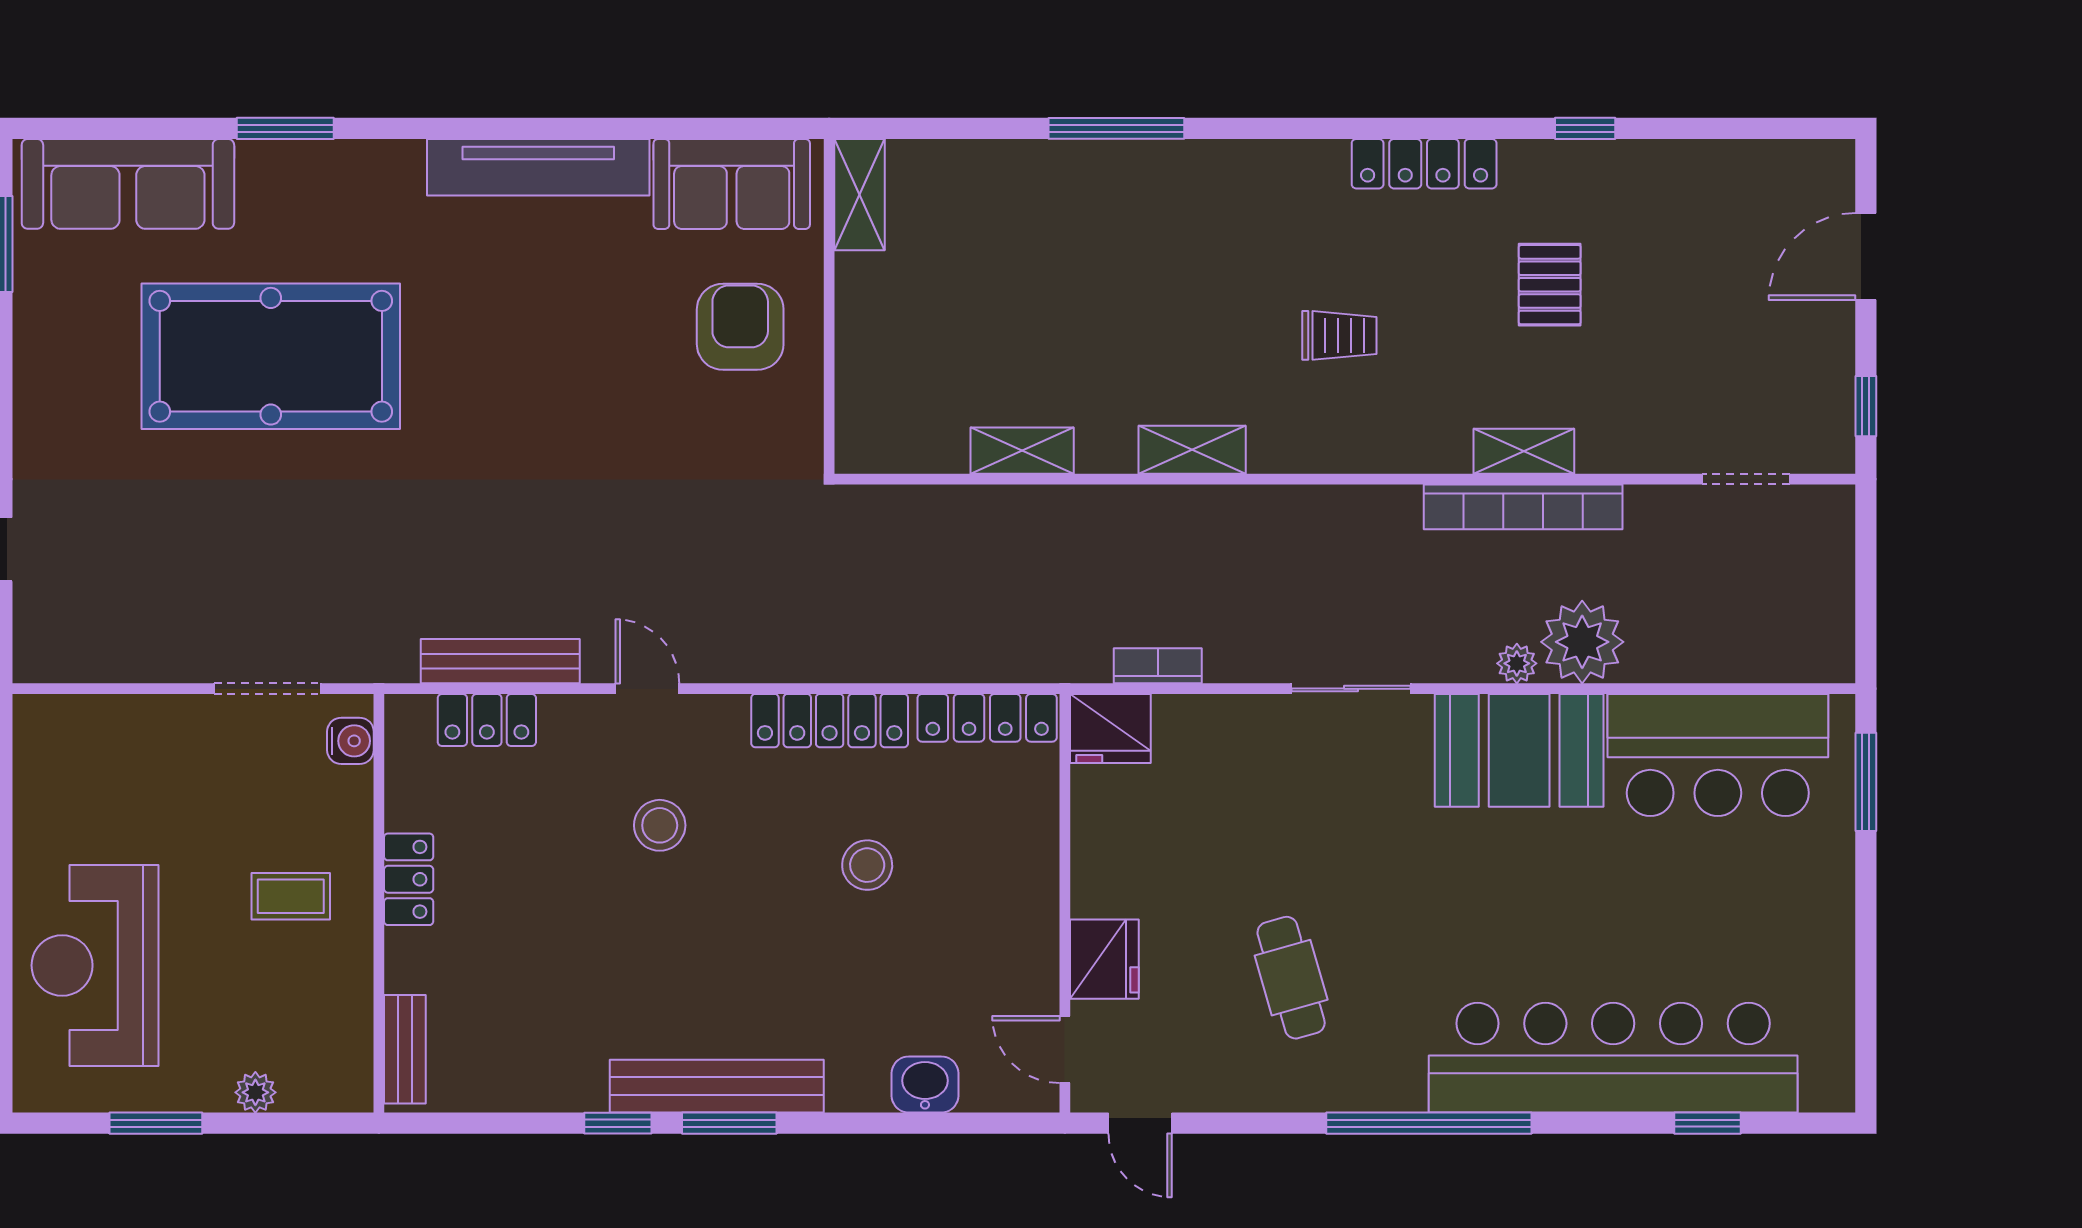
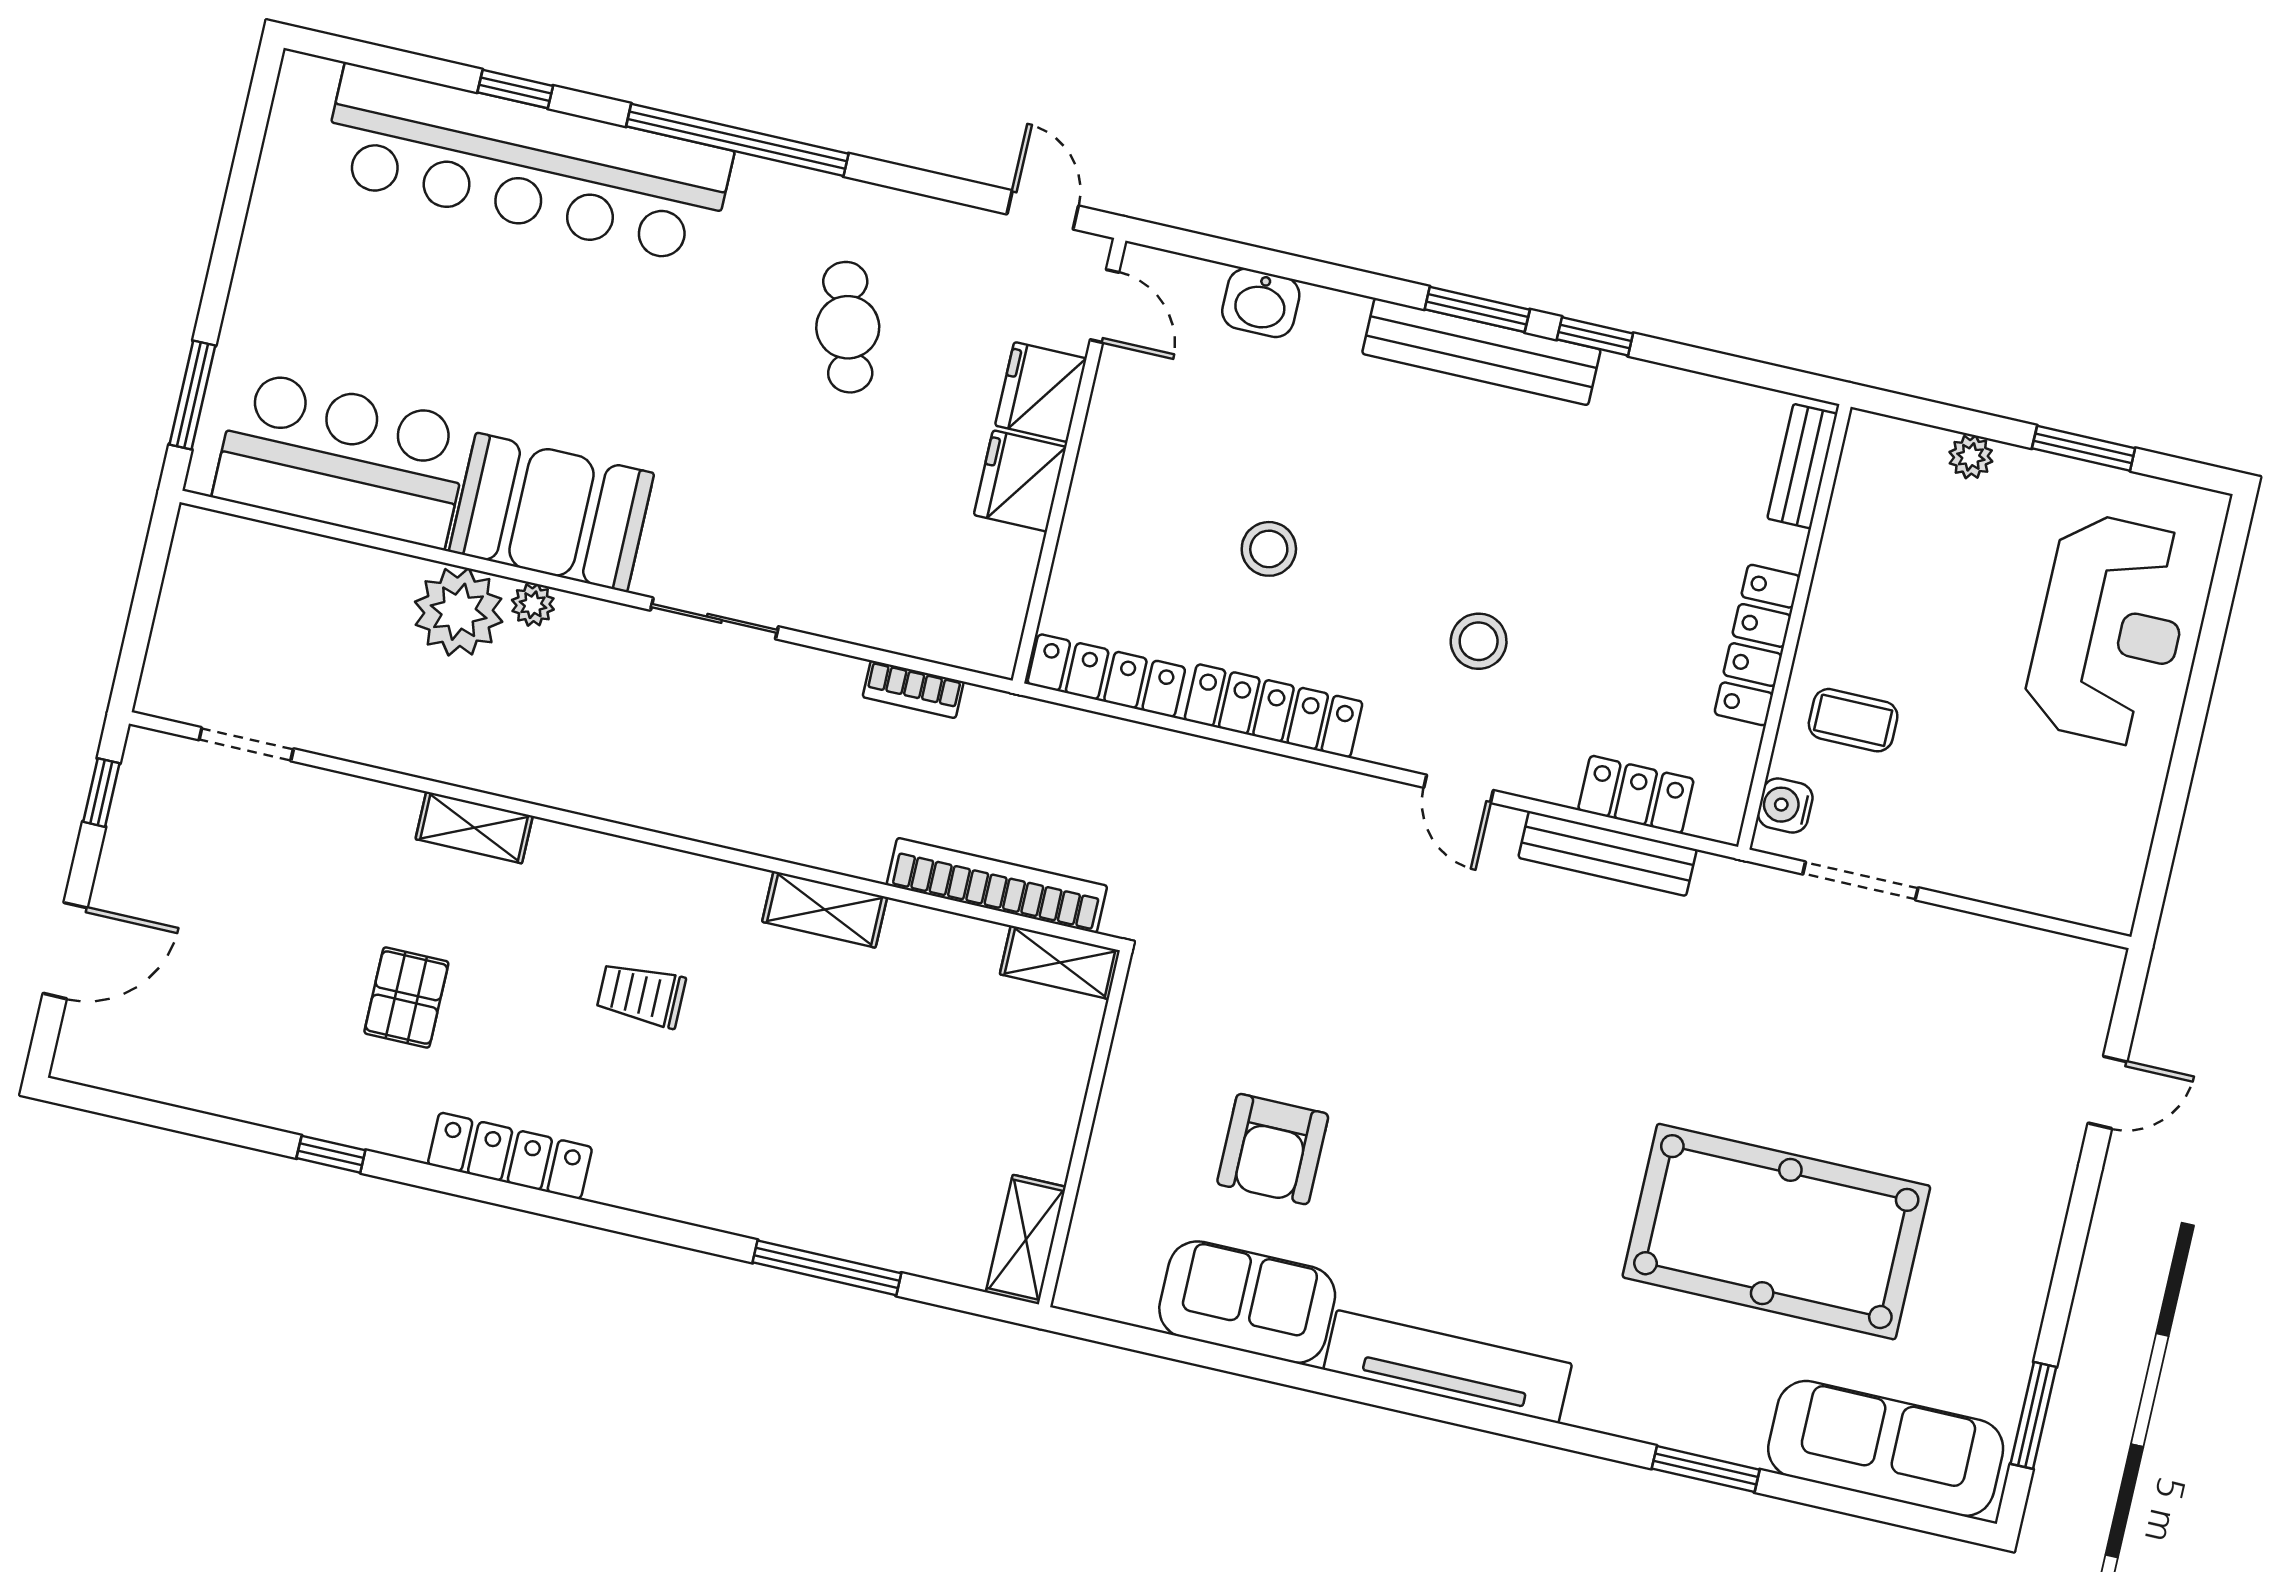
shelving: (860, 195) -> (1026, 1240), moved
wall: (829, 306) -> (1085, 1129), moved
shelving: (1022, 451) -> (1060, 962), moved
bookcase: (1523, 507) -> (997, 885), moved
fridge: (1110, 728) -> (1020, 481), moved, turned -90
locker: (409, 879) -> (1757, 645), width x1.53
coffee table: (291, 896) -> (1853, 720), moved
window: (1708, 1123) -> (515, 89), moved

